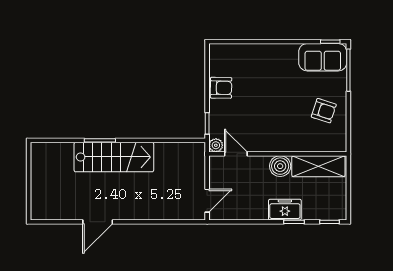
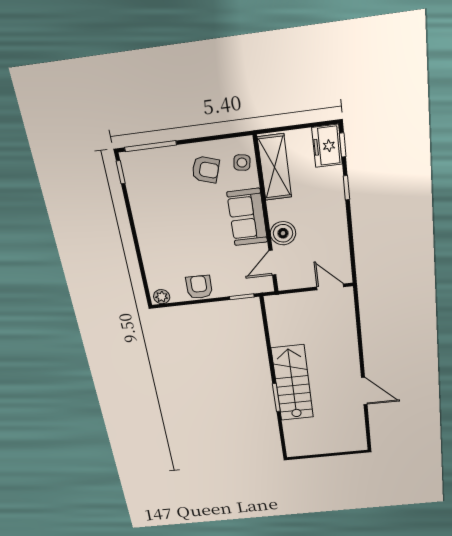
sofa: (323, 57) -> (247, 217), moved, turned 180
armchair: (324, 111) -> (206, 169), turned 90
side table: (326, 141) -> (242, 163), added
plant: (216, 145) -> (162, 297), moved
boiler: (280, 166) -> (283, 233), moved
freezer: (285, 210) -> (327, 146), moved

